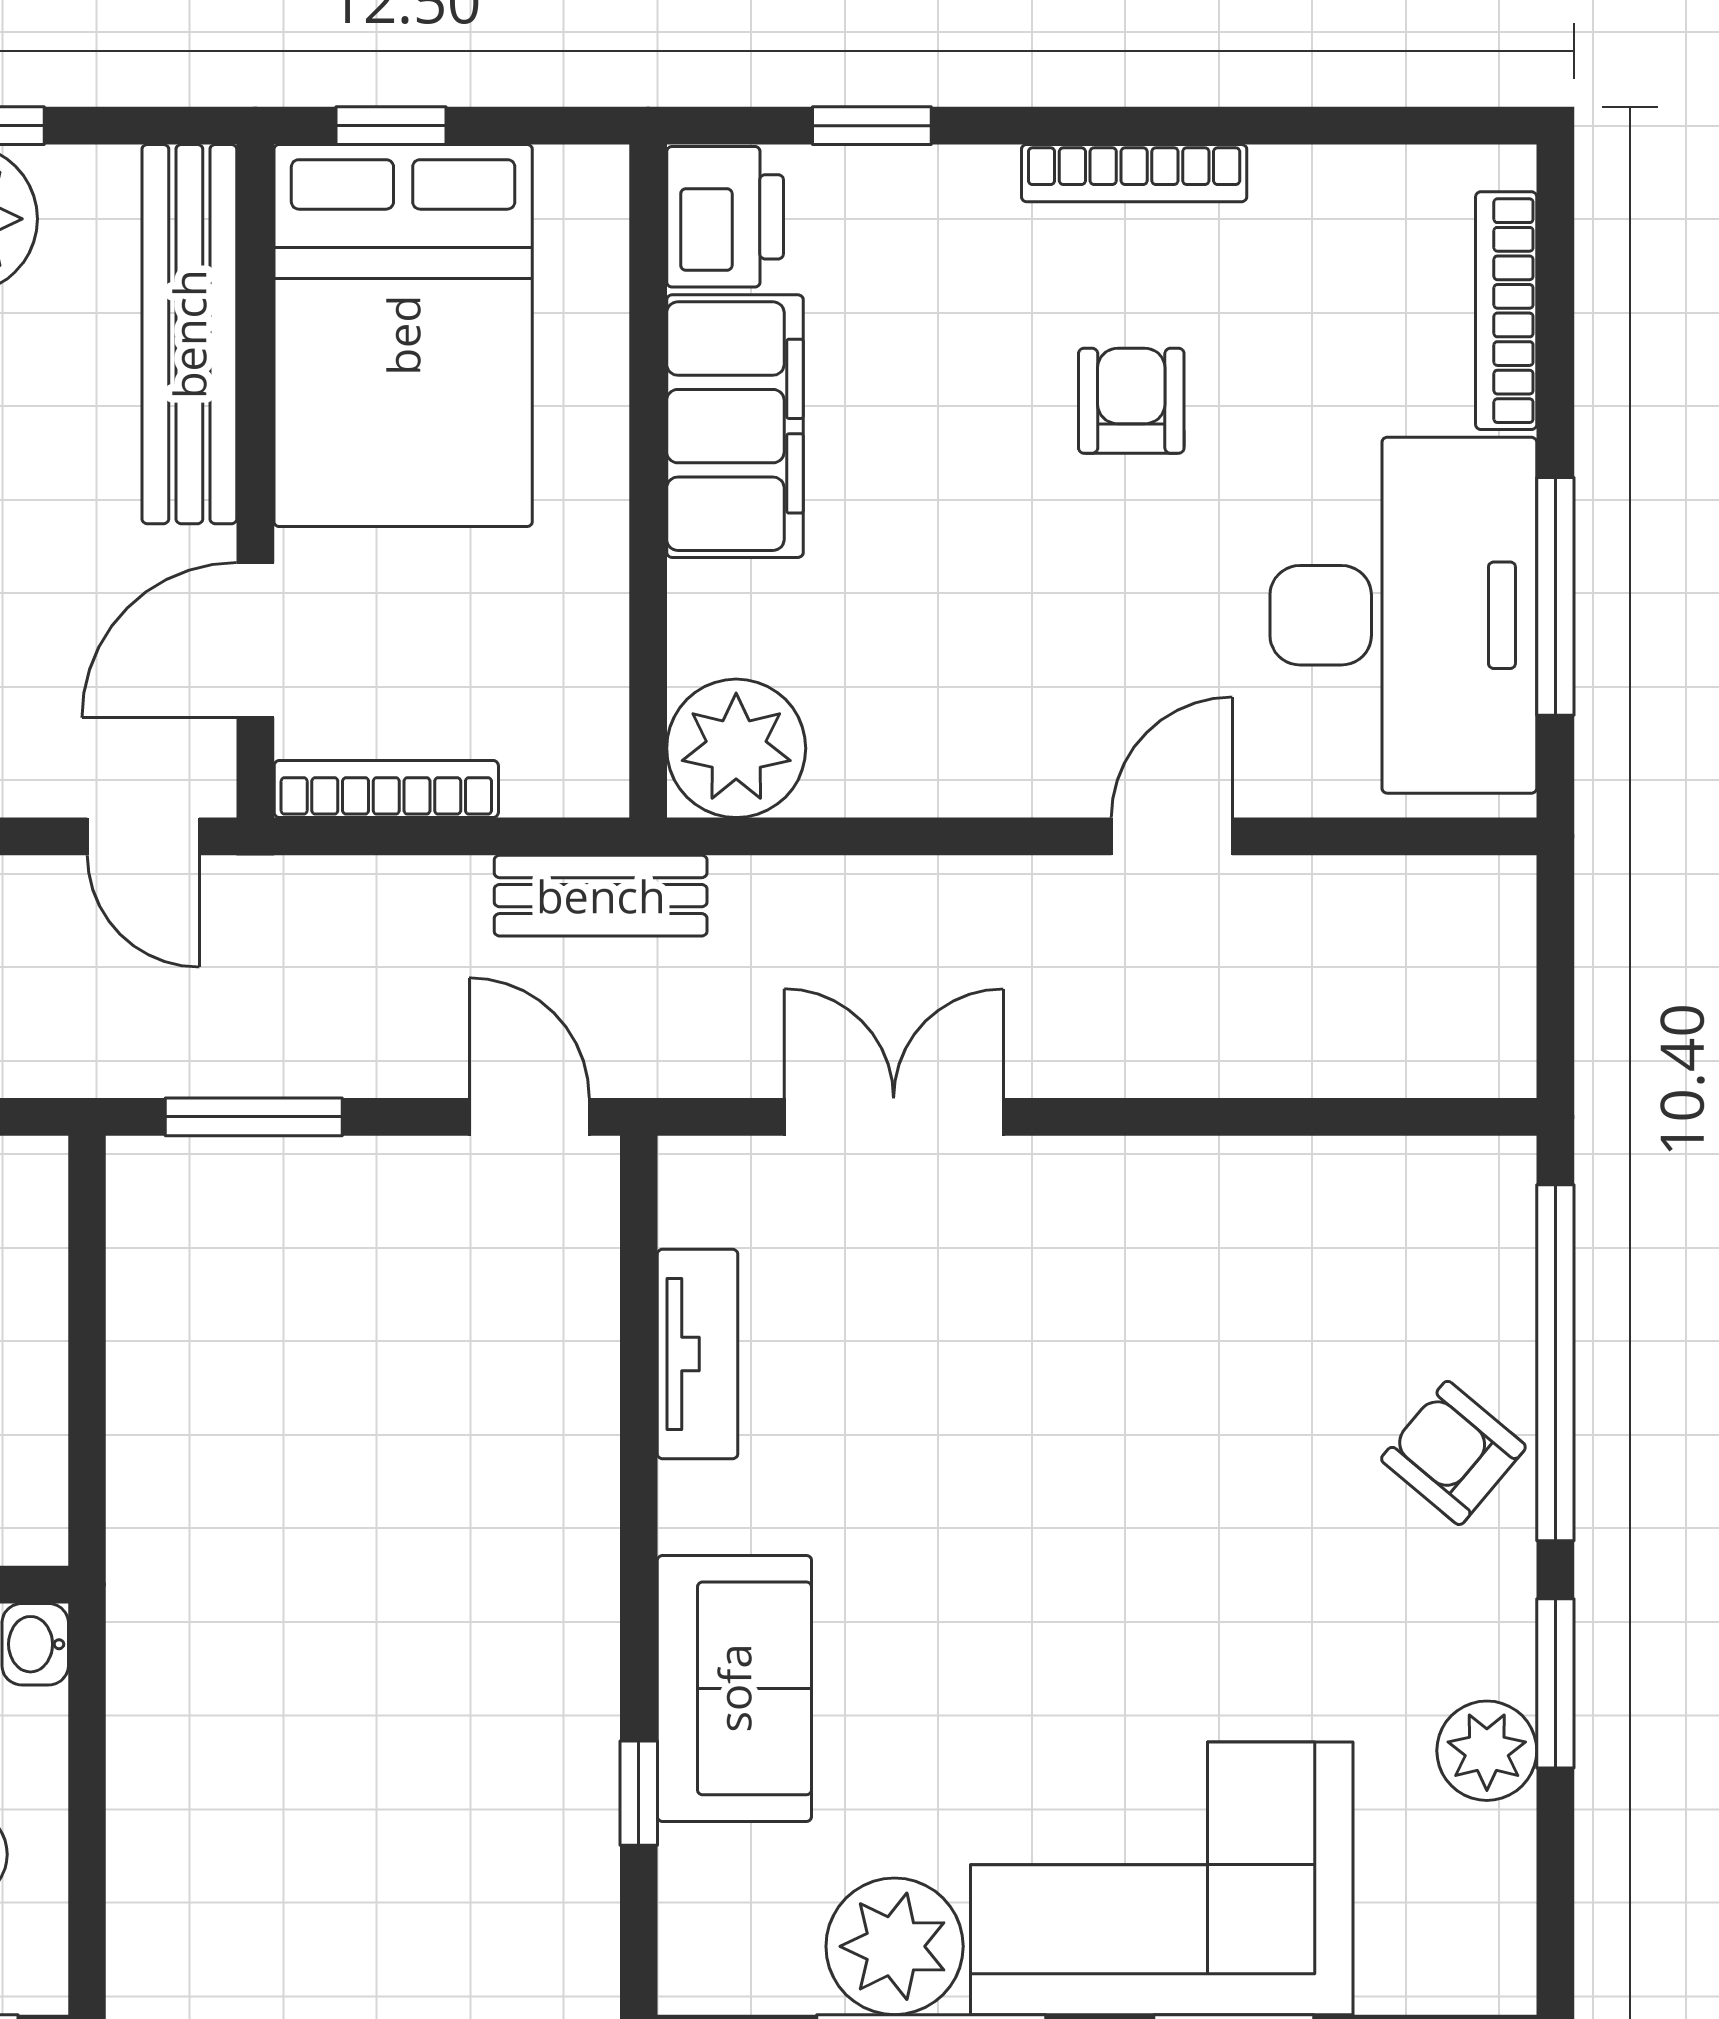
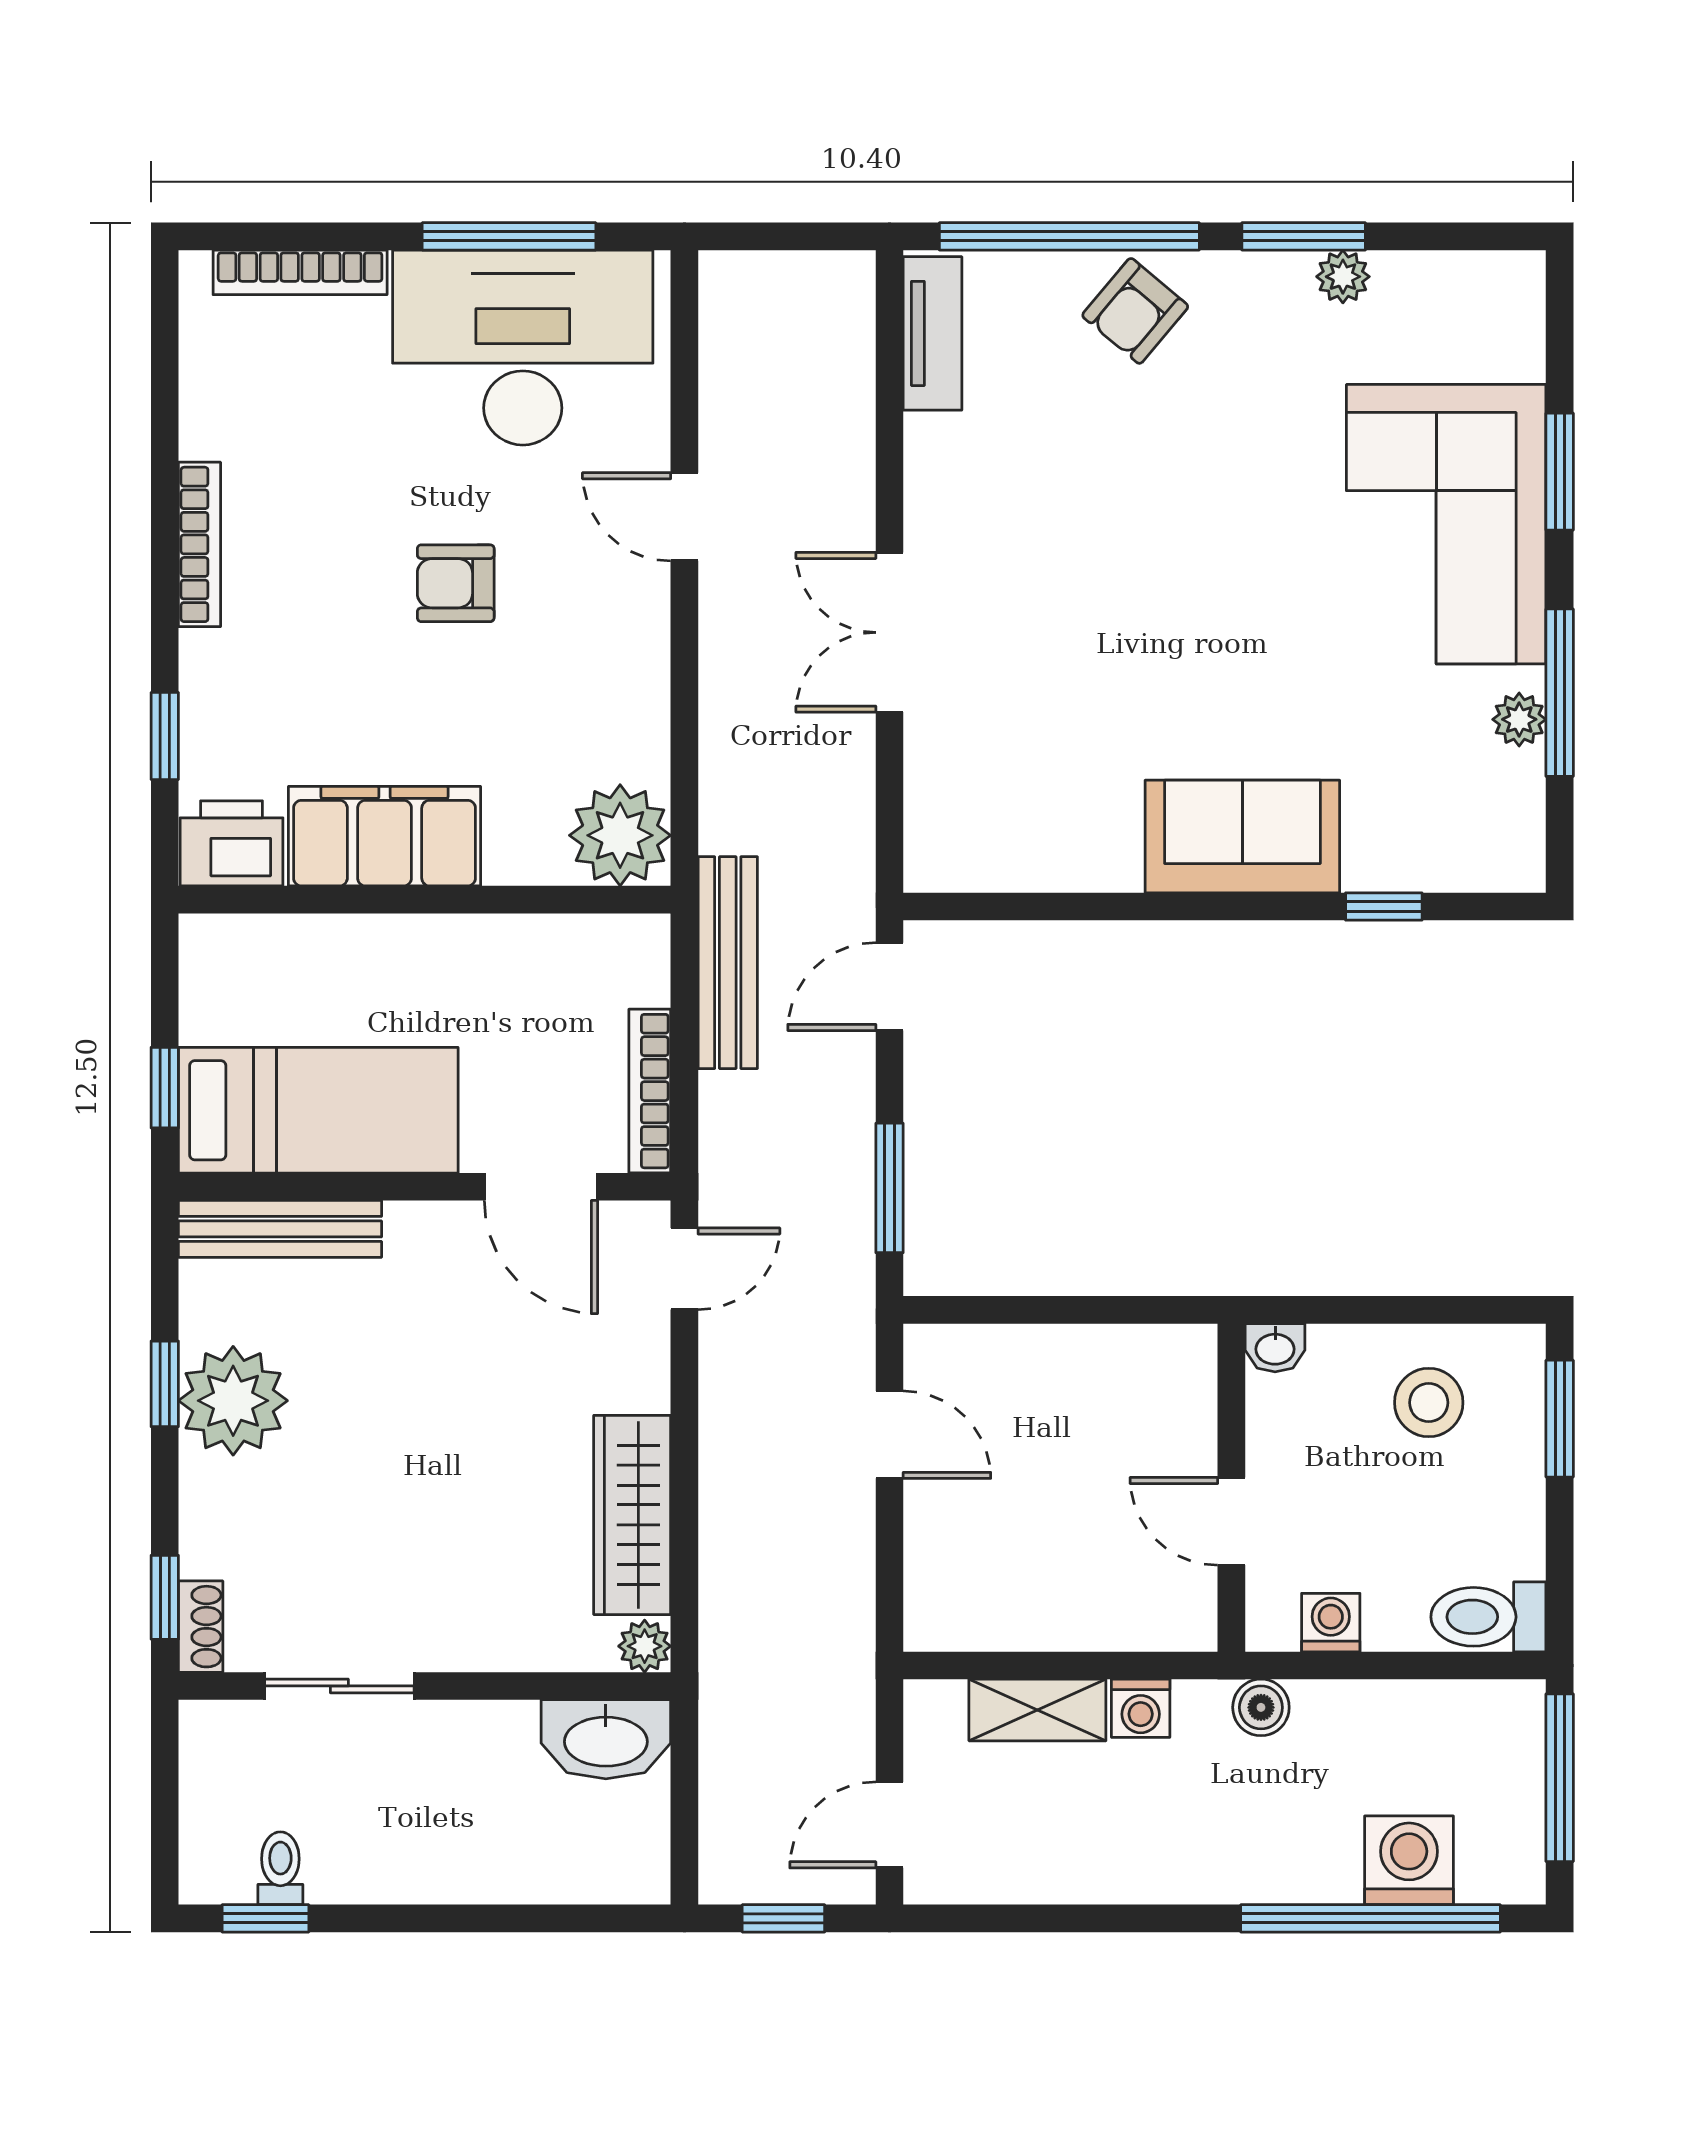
bench: (189, 334) -> (280, 1229), width x0.73, depth x0.82
bed: (403, 335) -> (318, 1110), width x0.67
armchair: (1131, 401) -> (456, 583), moved
bench: (601, 896) -> (728, 963), width x1.36
double door: (894, 1117) -> (890, 632), moved
tv unit: (698, 1354) -> (933, 333), moved, turned 90
sofa: (734, 1688) -> (1242, 837), moved
plant: (1487, 1751) -> (1343, 277), width x0.73, depth x0.73
plant: (895, 1946) -> (1519, 719), width x0.53, depth x0.53

